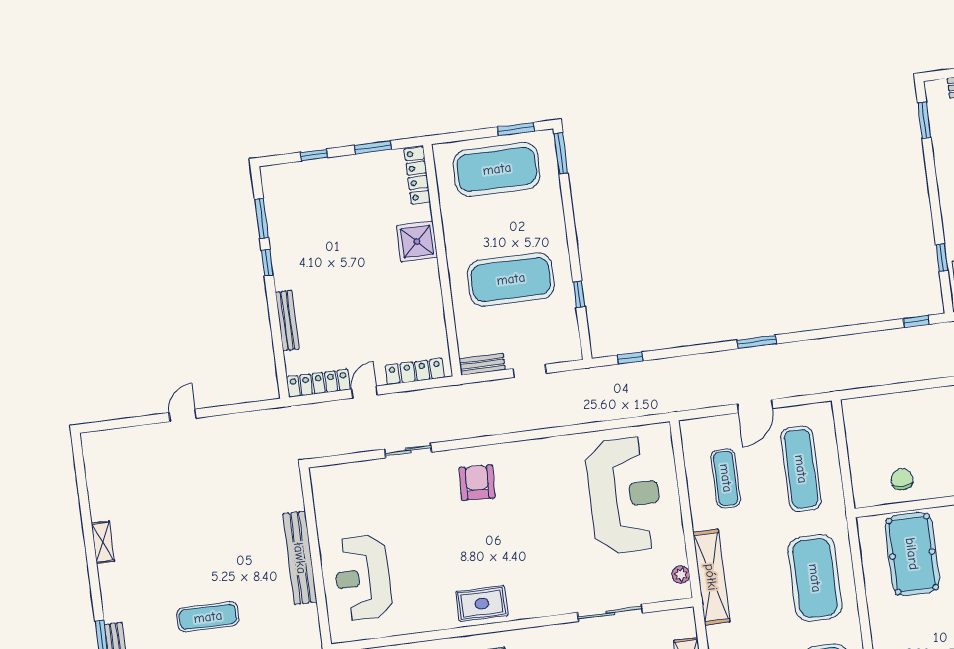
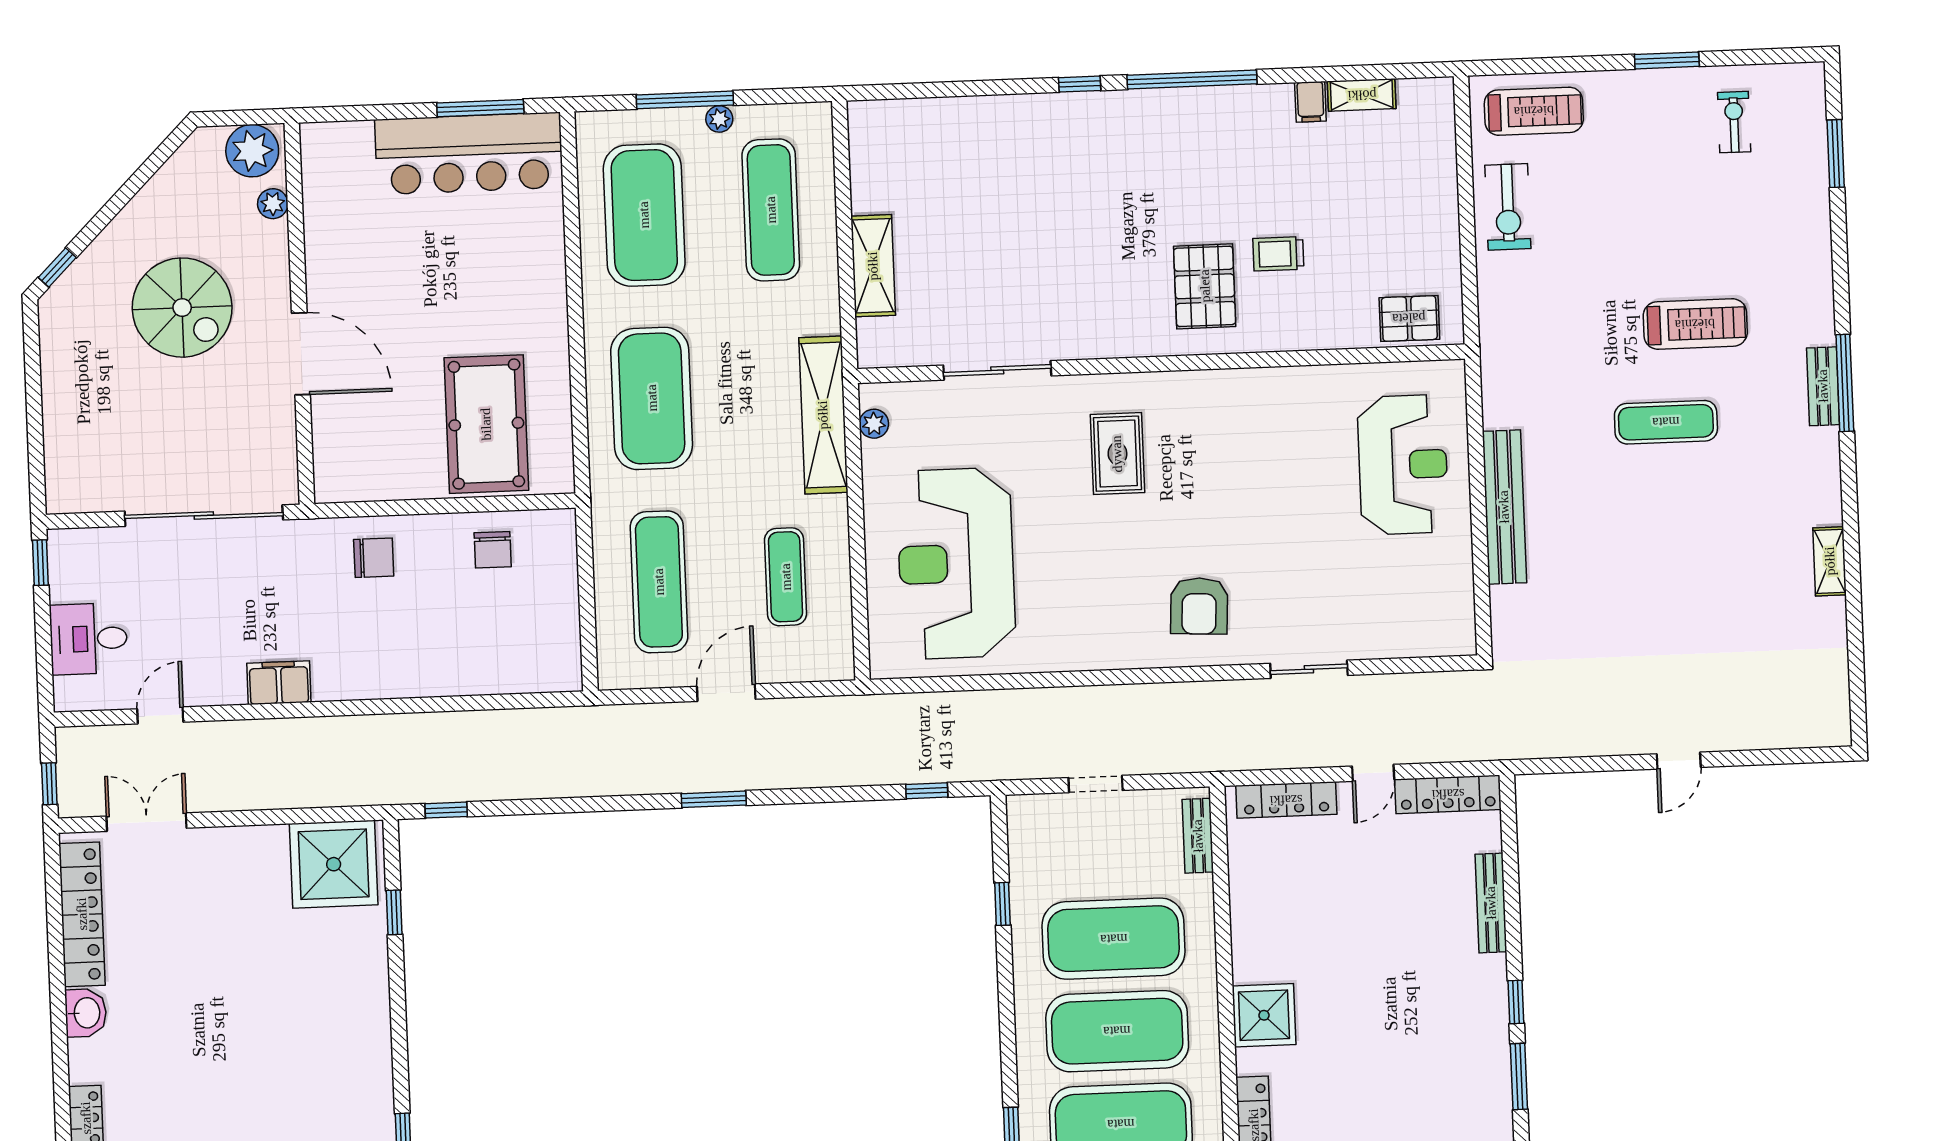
exercise mat: (504, 224) -> (1117, 1031), added
bench: (482, 364) -> (1198, 836), moved, turned 90
rug: (482, 604) -> (1117, 454), moved, turned 90

